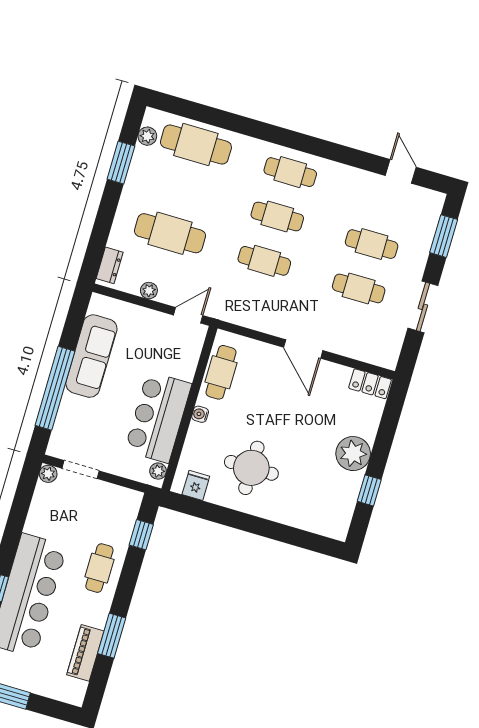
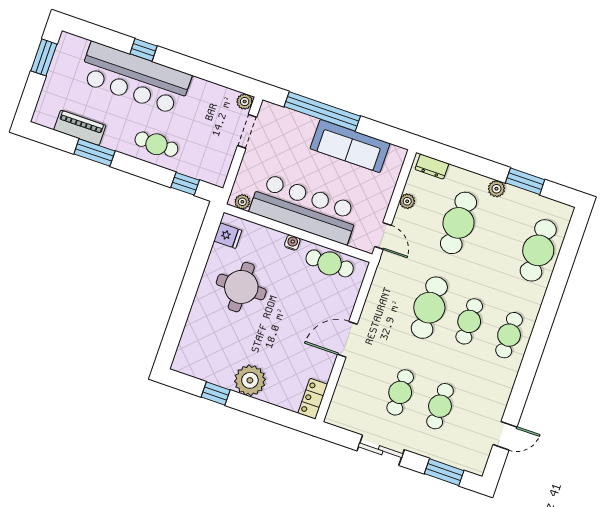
plant: (147, 136) -> (496, 189), moved
cafe table: (264, 261) -> (429, 308), width x1.37, depth x1.35
bar counter: (158, 417) -> (305, 209), width x1.36

